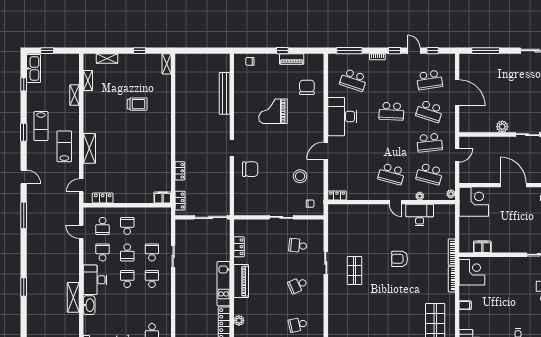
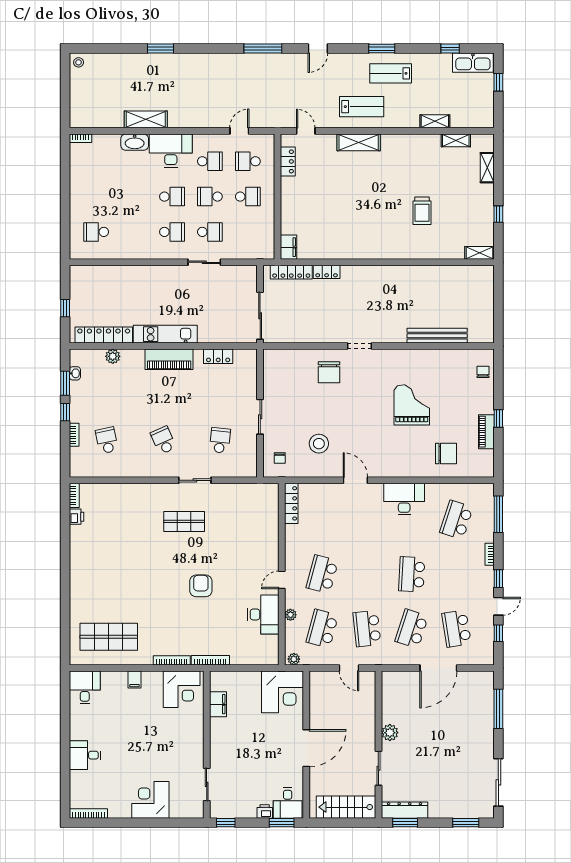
desk: (342, 117) -> (404, 499), width x0.73, depth x0.77
locker: (337, 196) -> (291, 503), width x1.53
locker: (180, 201) -> (291, 272), width x1.53

